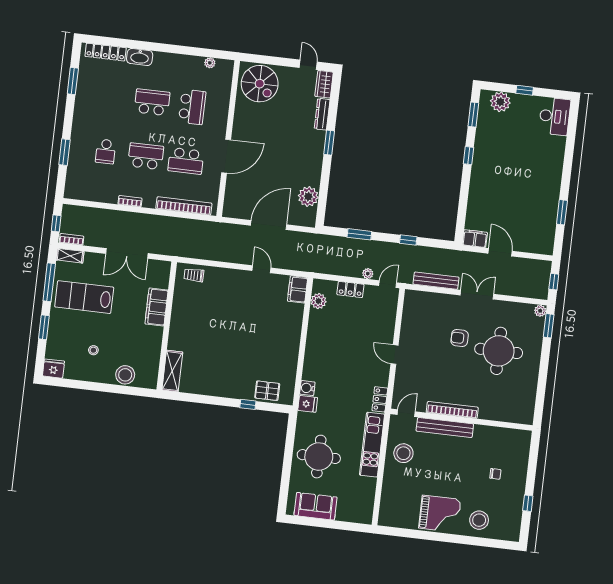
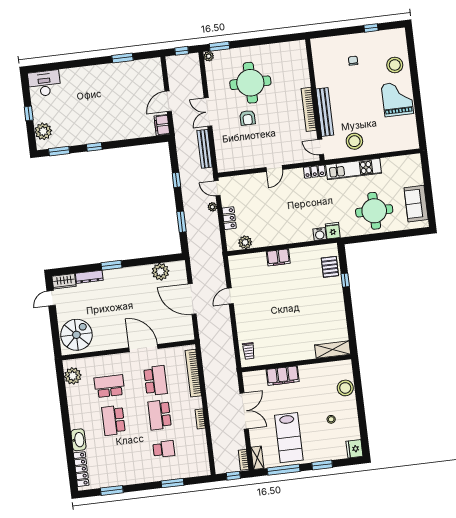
plant: (210, 63) -> (73, 376), width x1.88, depth x1.88
filing cabinet: (298, 289) -> (278, 257), moved

